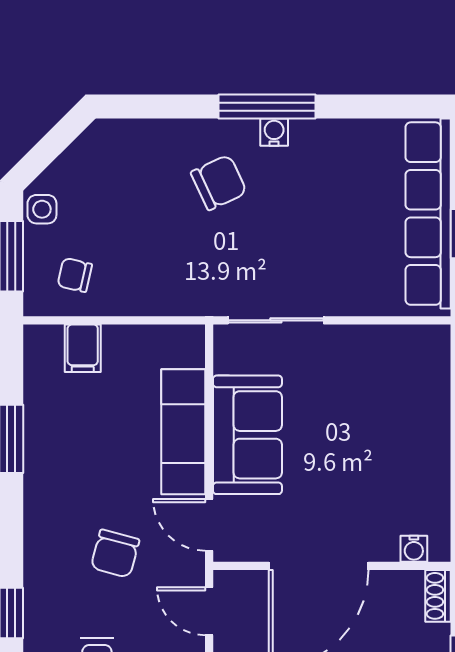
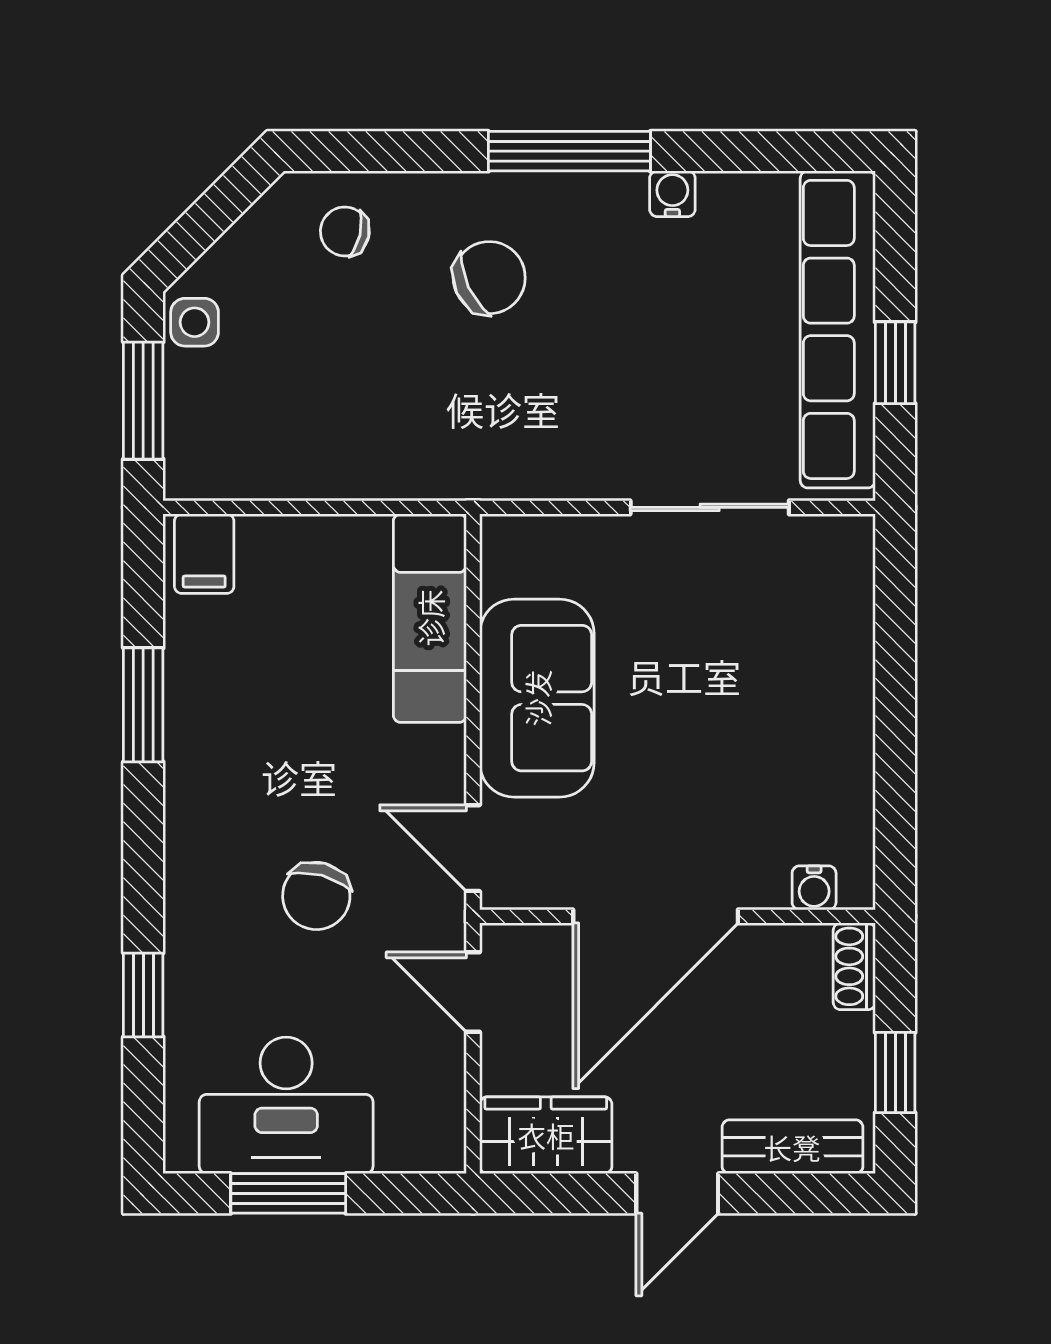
water cooler: (274, 132) -> (672, 194), moved
chair: (75, 275) -> (345, 231), moved
sliding door: (276, 320) -> (710, 507), moved
filing cabinet: (83, 348) -> (204, 554), moved
exam couch: (183, 432) -> (430, 618), moved

